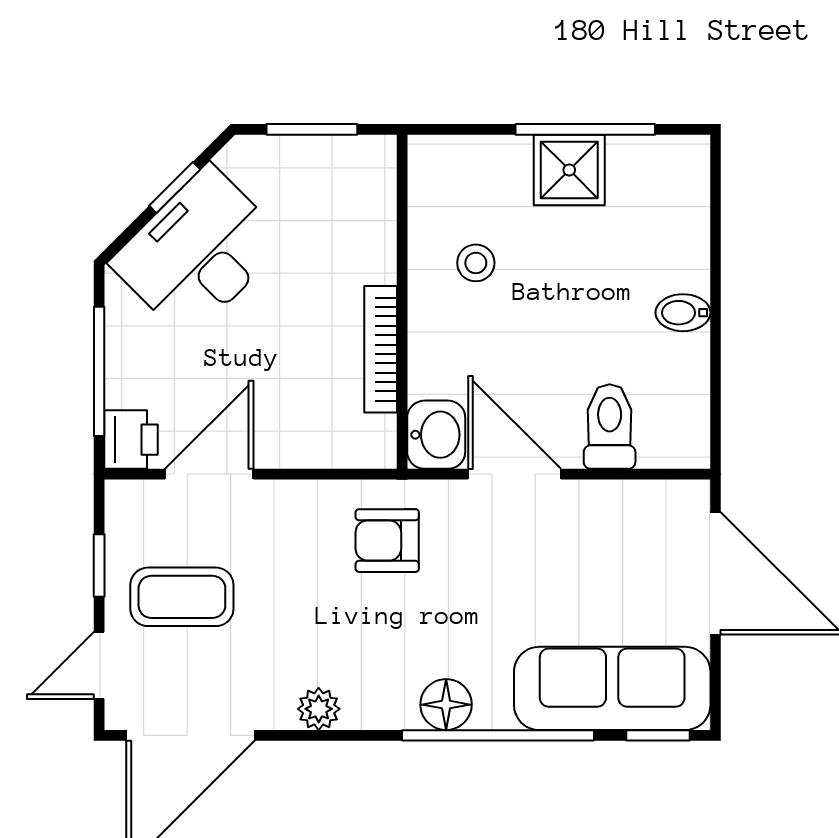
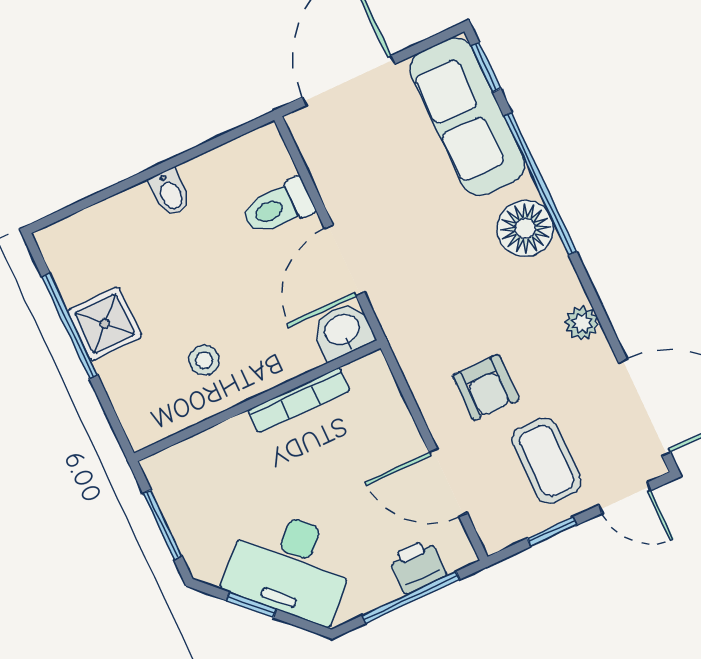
printer: (131, 440) -> (417, 566), moved
armchair: (387, 541) -> (486, 387), moved
floor lamp: (446, 705) -> (525, 228), width x1.38, depth x1.38

